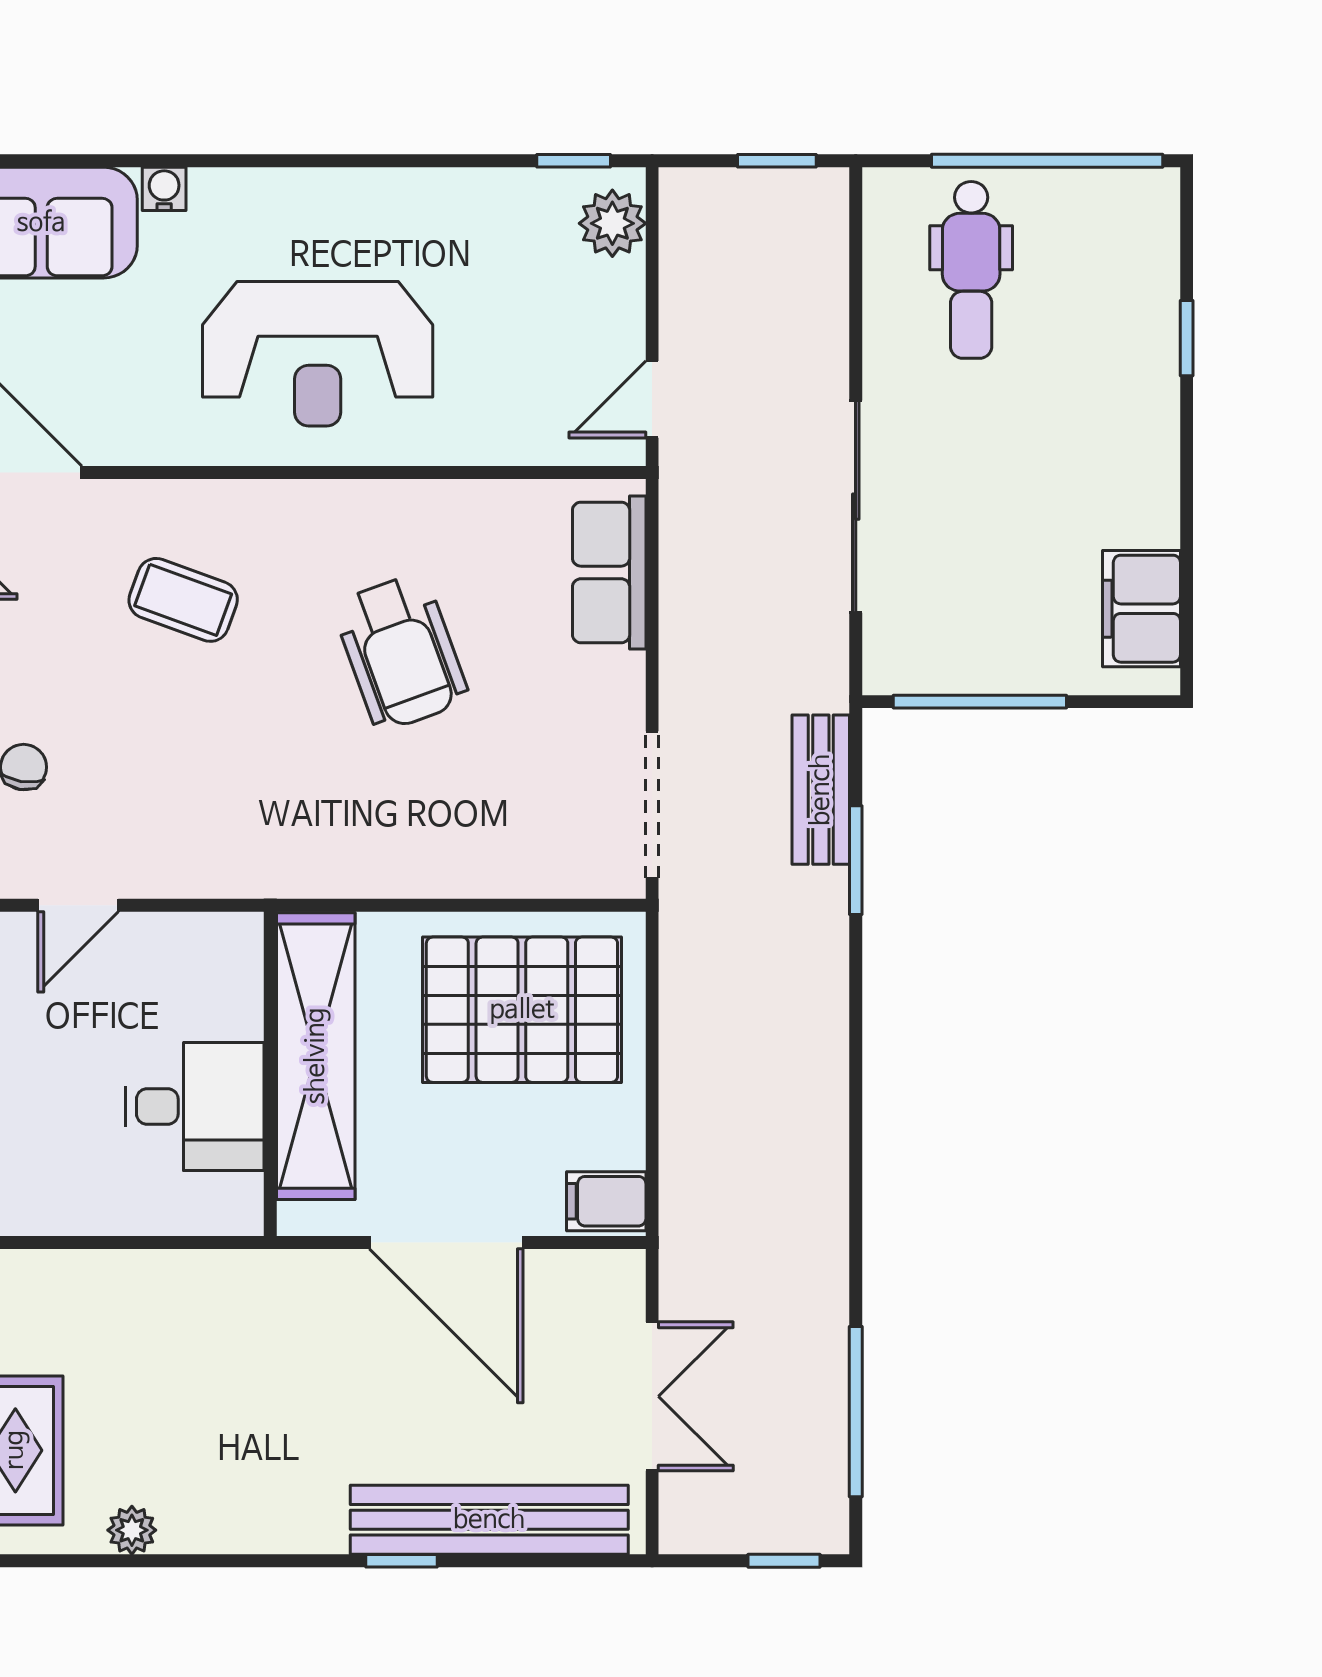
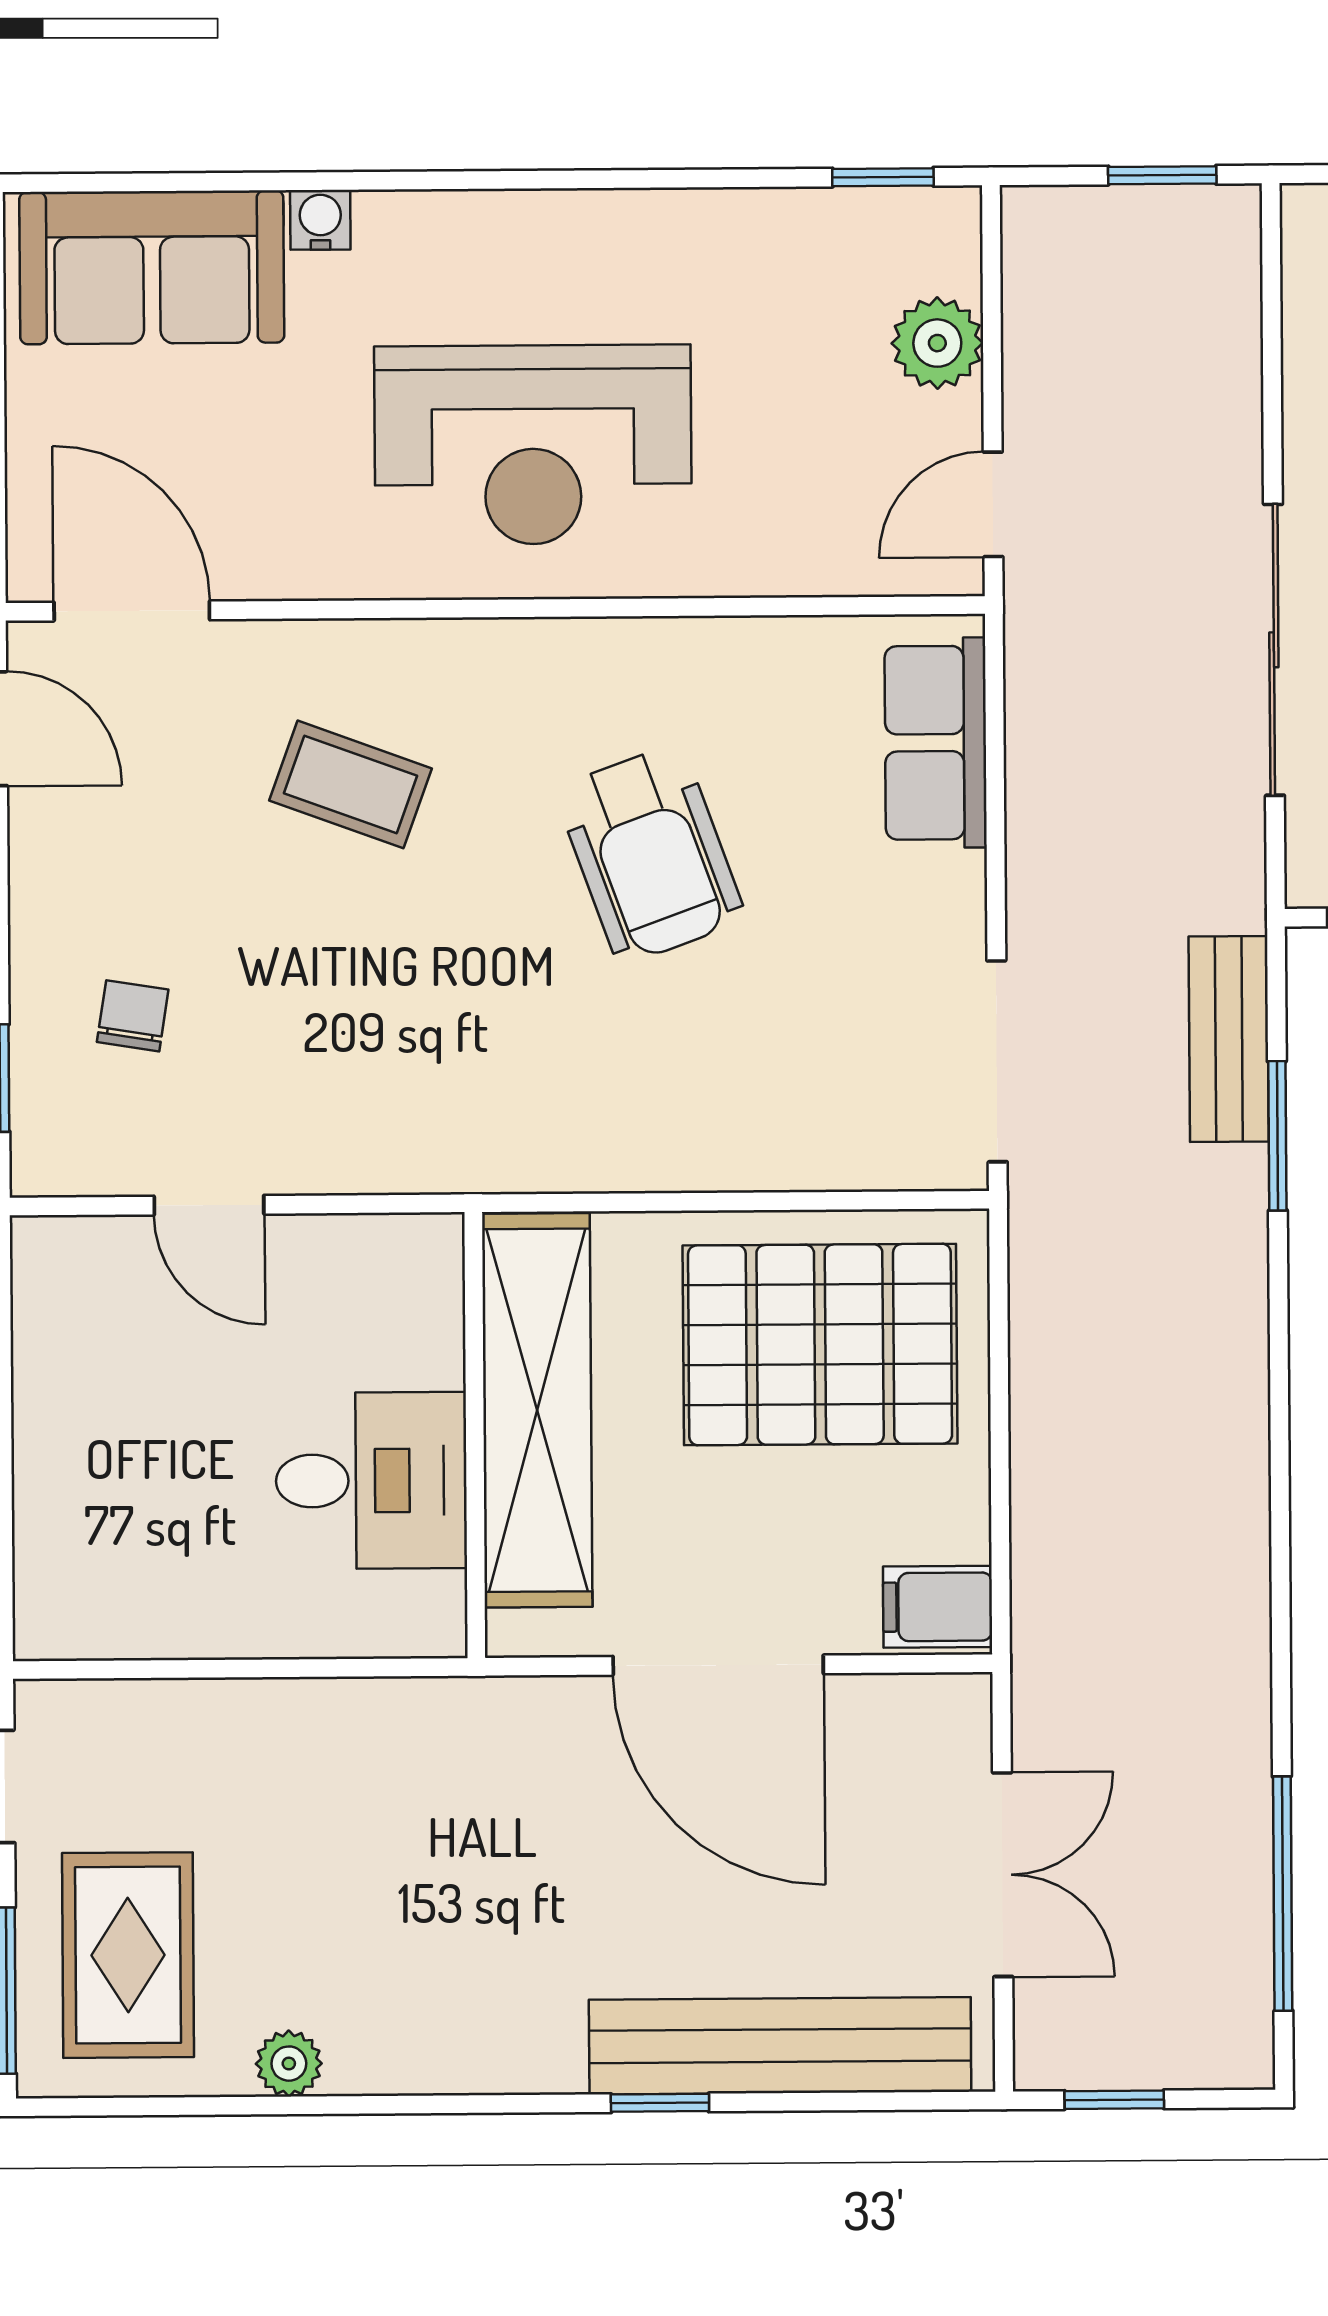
plant: (612, 223) -> (937, 343), moved
door: (78, 905) -> (209, 1205), hinge flipped
window: (784, 1561) -> (1114, 2100), moved

